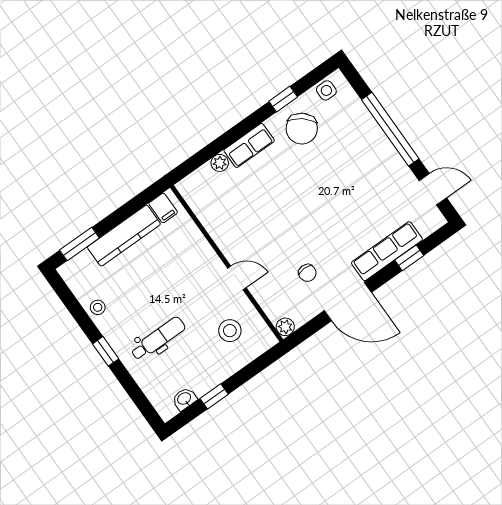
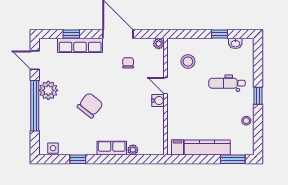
chair: (302, 129) -> (90, 105), moved
plant: (387, 162) -> (48, 90), added
water cooler: (233, 251) -> (158, 101), added

